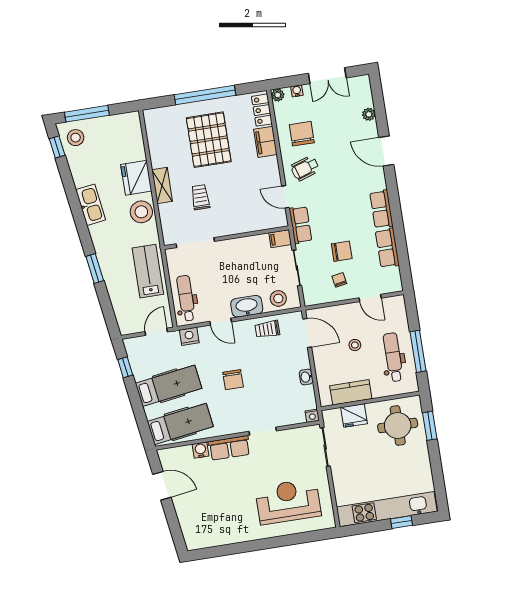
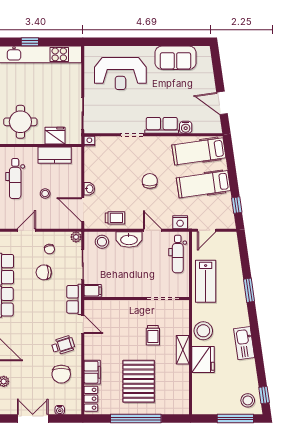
plant: (278, 95) -> (76, 237), moved
door: (370, 298) -> (26, 230), hinge flipped
washbasin: (306, 377) -> (89, 189), moved
sofa: (226, 531) -> (175, 58), added

